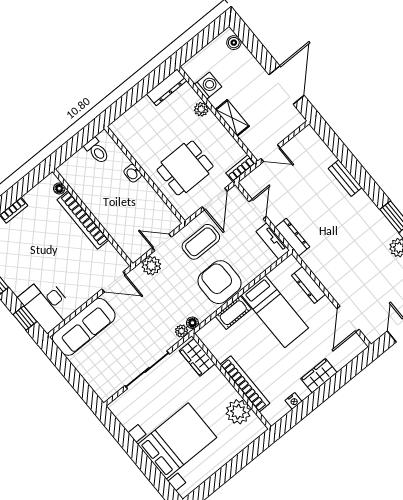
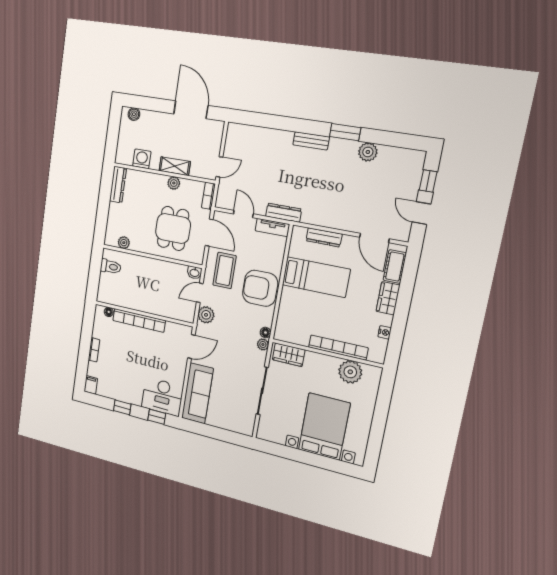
plant: (201, 109) -> (174, 183), moved
plant: (128, 141) -> (124, 243), added
washbasin: (133, 173) -> (194, 273), moved
bench: (345, 178) -> (311, 141), moved
cot: (233, 313) -> (395, 267), moved

